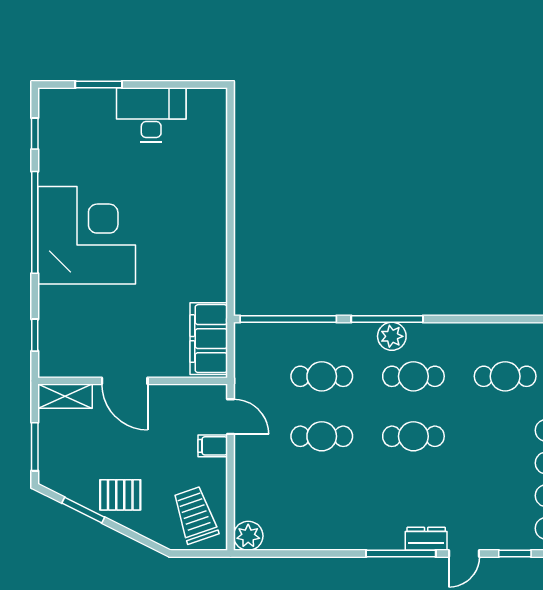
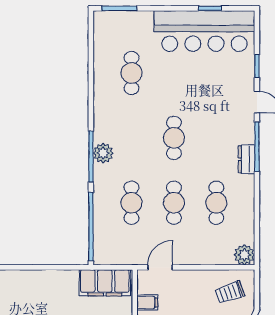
cafe table: (413, 376) -> (216, 203), moved
filing cabinet: (213, 446) -> (147, 302), moved, turned -90
trolley: (195, 515) -> (230, 292), width x0.73, depth x0.72
dresser: (426, 539) -> (247, 159), moved

